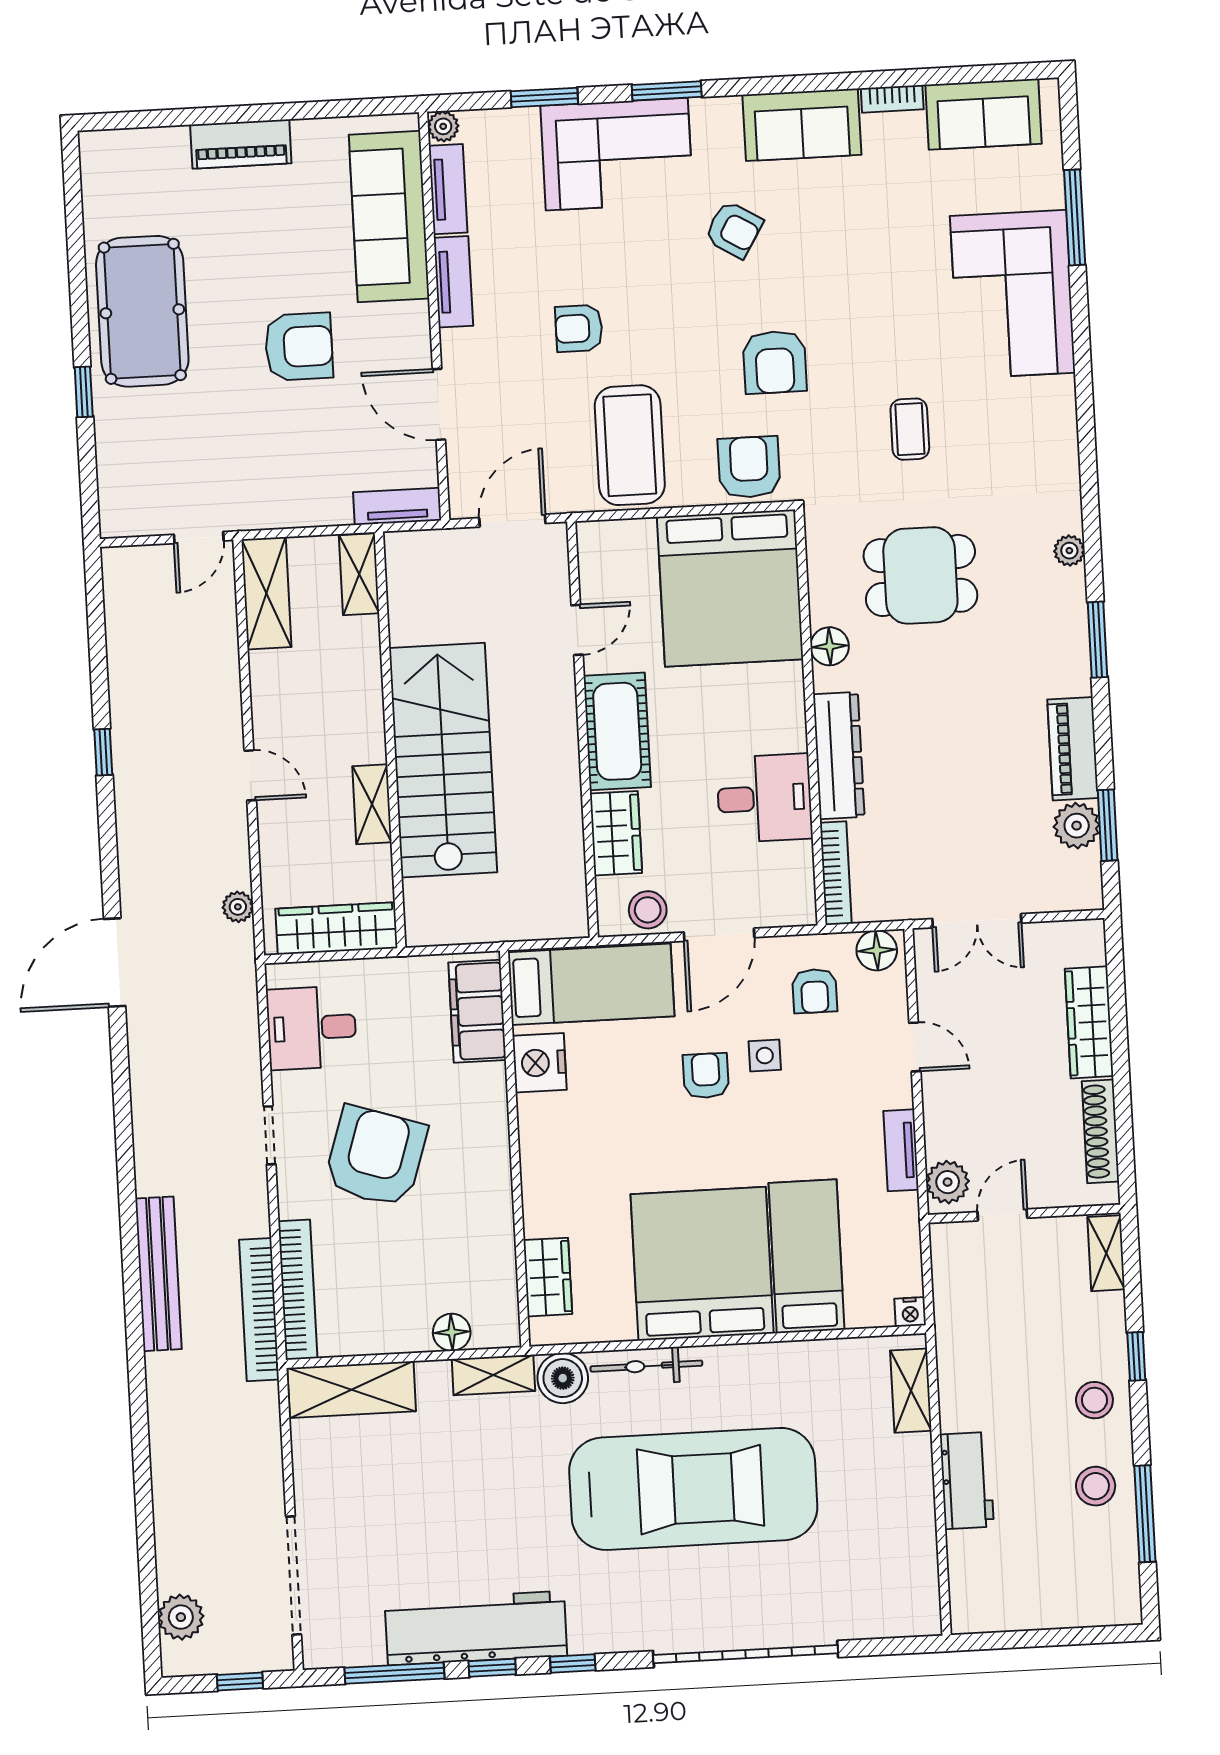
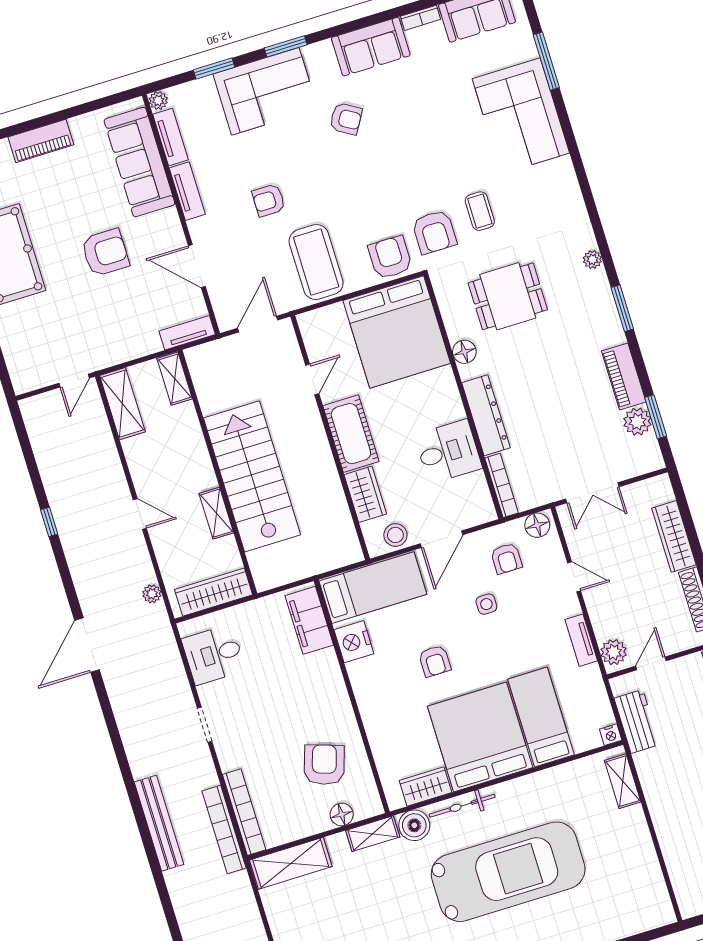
armchair: (775, 362) -> (434, 232), moved
armchair: (706, 1076) -> (435, 661), moved, turned 180
armchair: (376, 1156) -> (324, 765), moved, width x0.73, depth x0.73
wardrobe: (548, 1277) -> (425, 786), moved, turned -90
workbench: (967, 1481) -> (637, 721), moved

